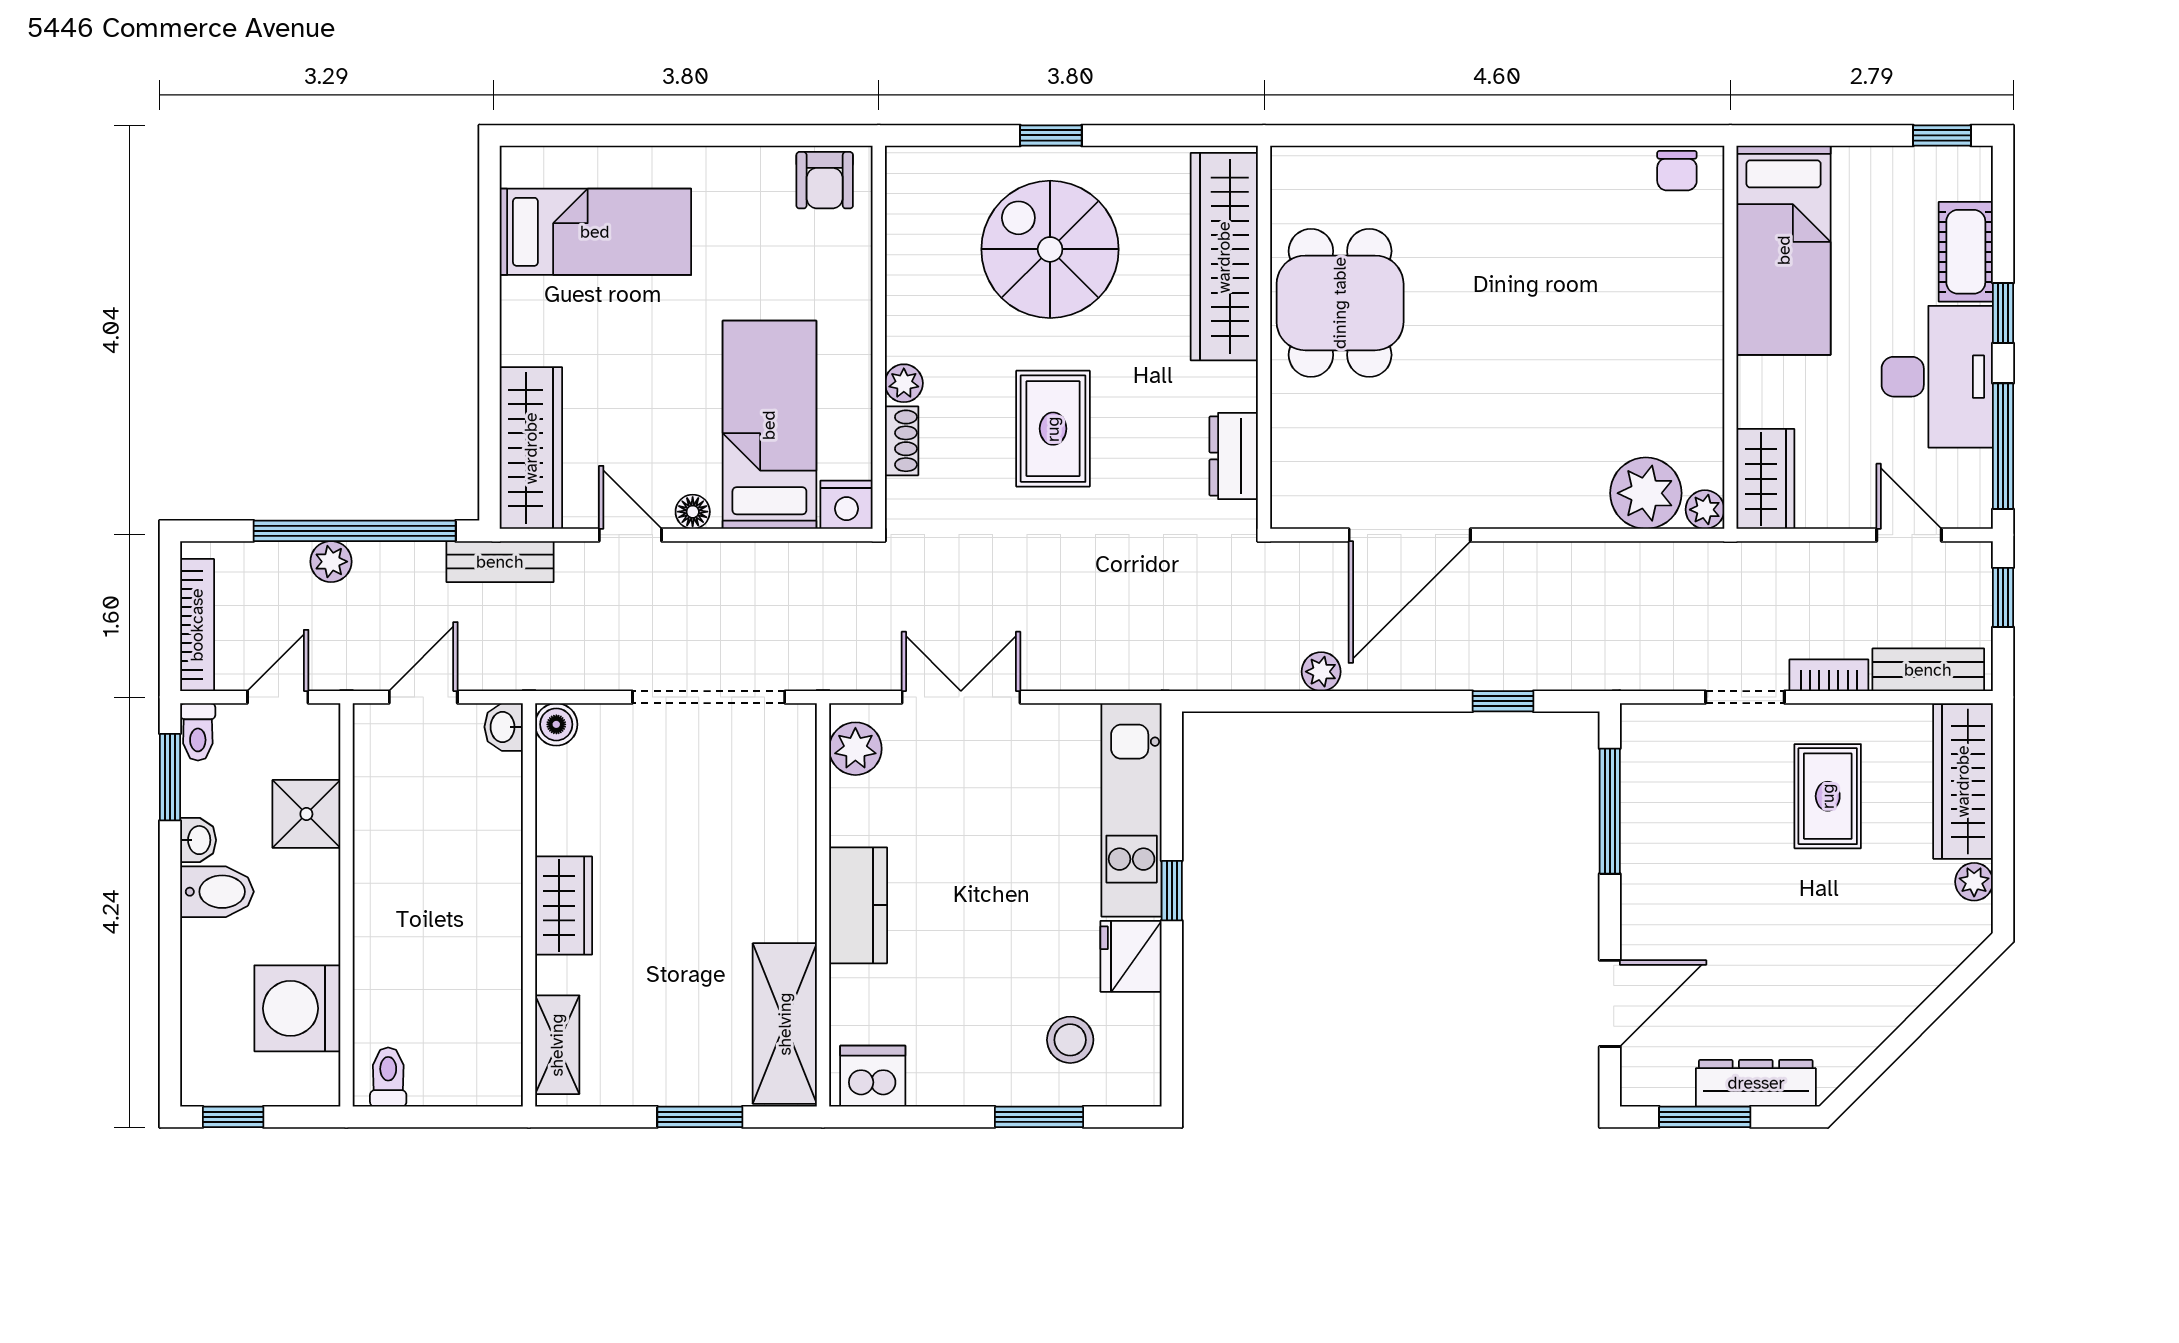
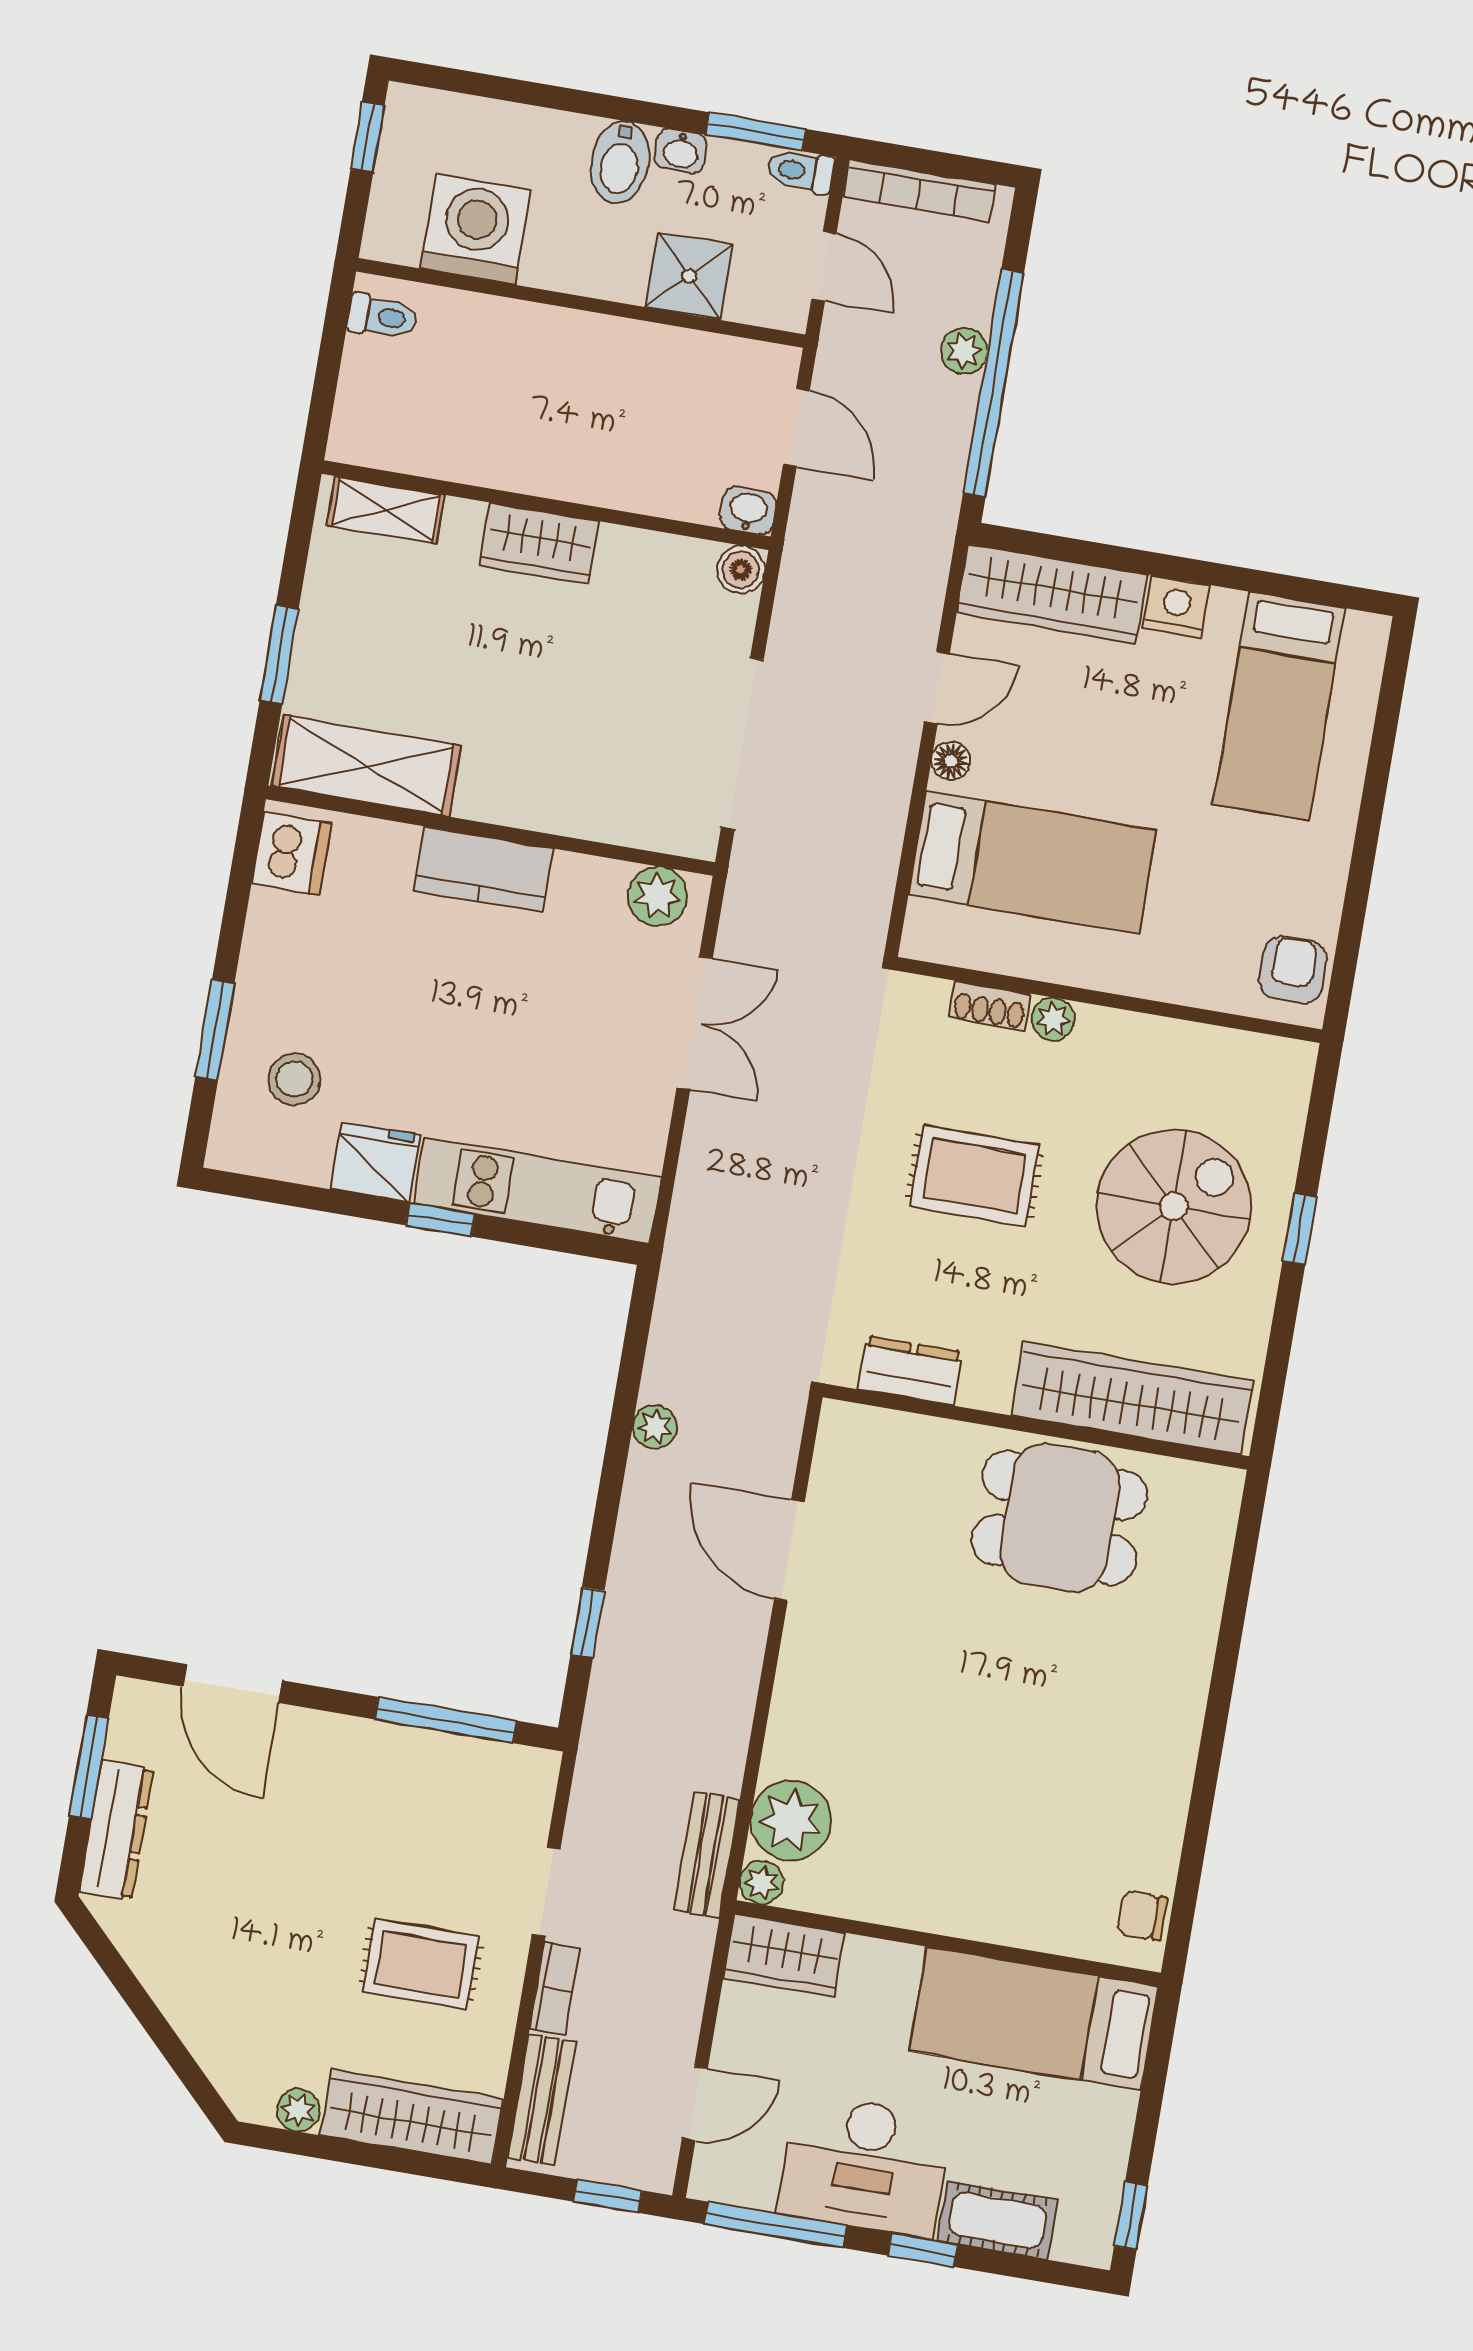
armchair: (825, 180) -> (1293, 970), turned 90
nightstand: (847, 505) -> (1176, 607), moved, turned 90
door: (1410, 535) -> (789, 1550), width x0.73
bench: (500, 562) -> (707, 1855), moved

